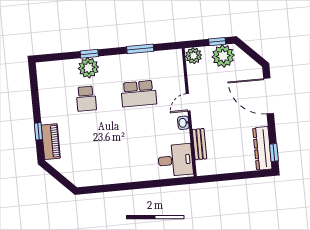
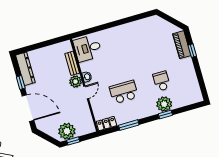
locker: (169, 56) -> (106, 124), added
plant: (194, 56) -> (76, 82), moved
window: (274, 153) -> (21, 82), moved

